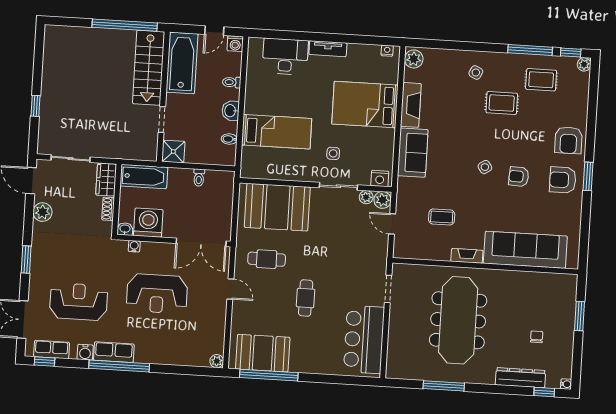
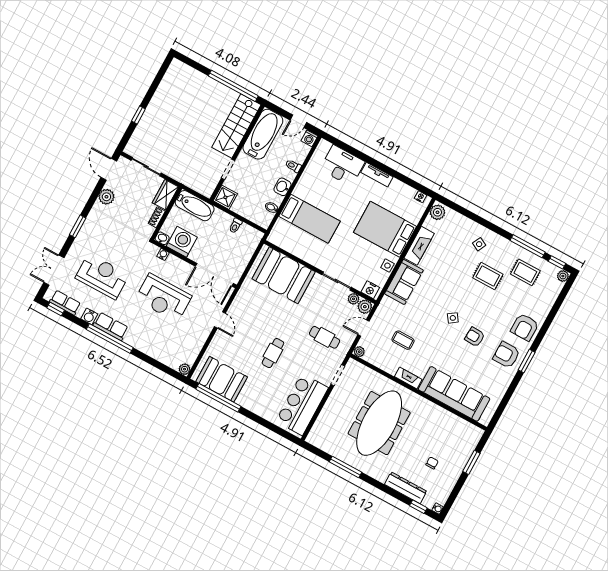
side table: (333, 153) -> (387, 266), moved
door: (392, 224) -> (364, 328), hinge flipped
plant: (400, 252) -> (359, 352), added
cafe table: (267, 259) -> (325, 337), moved

